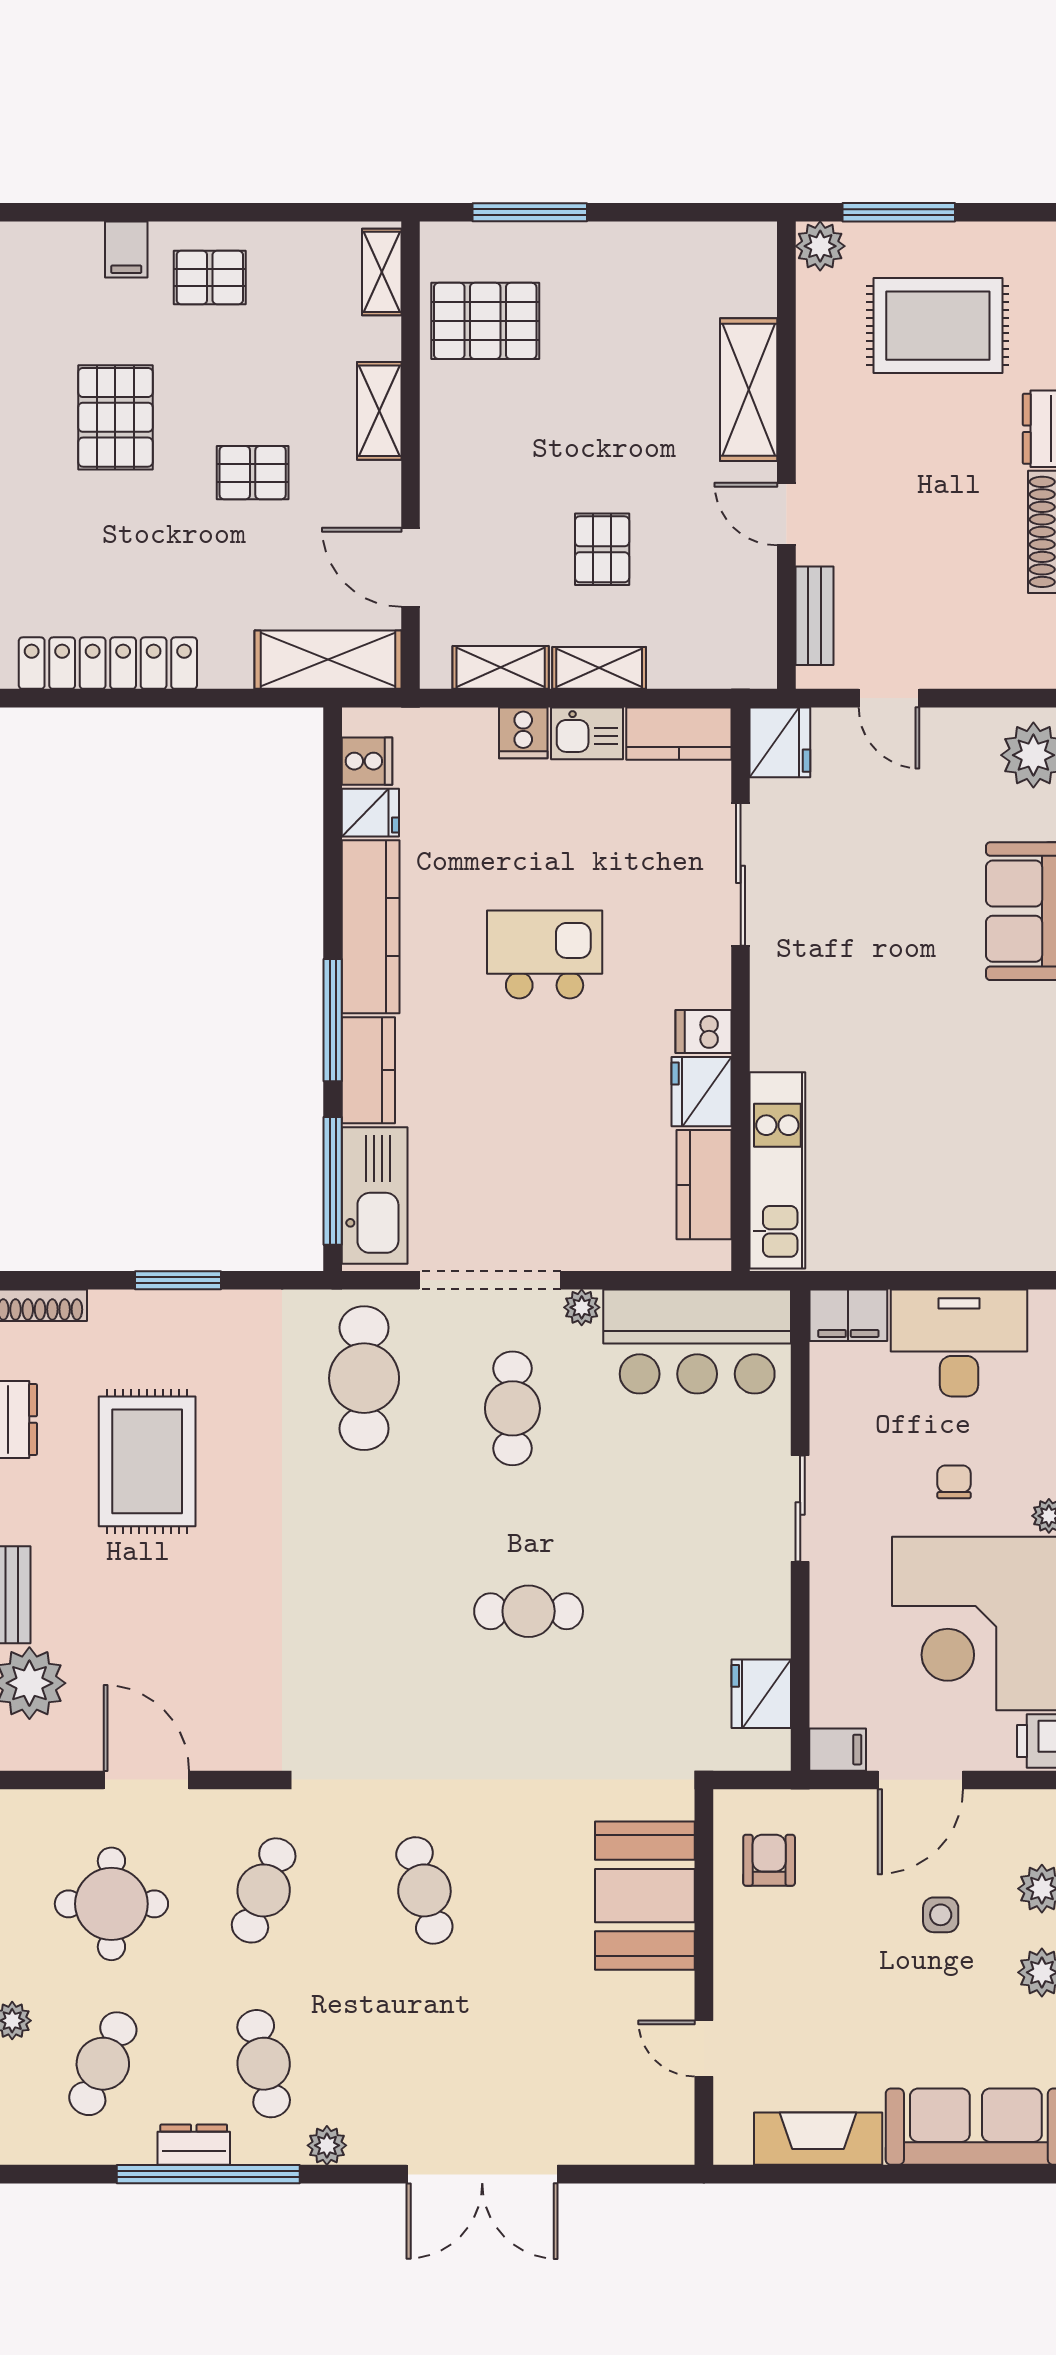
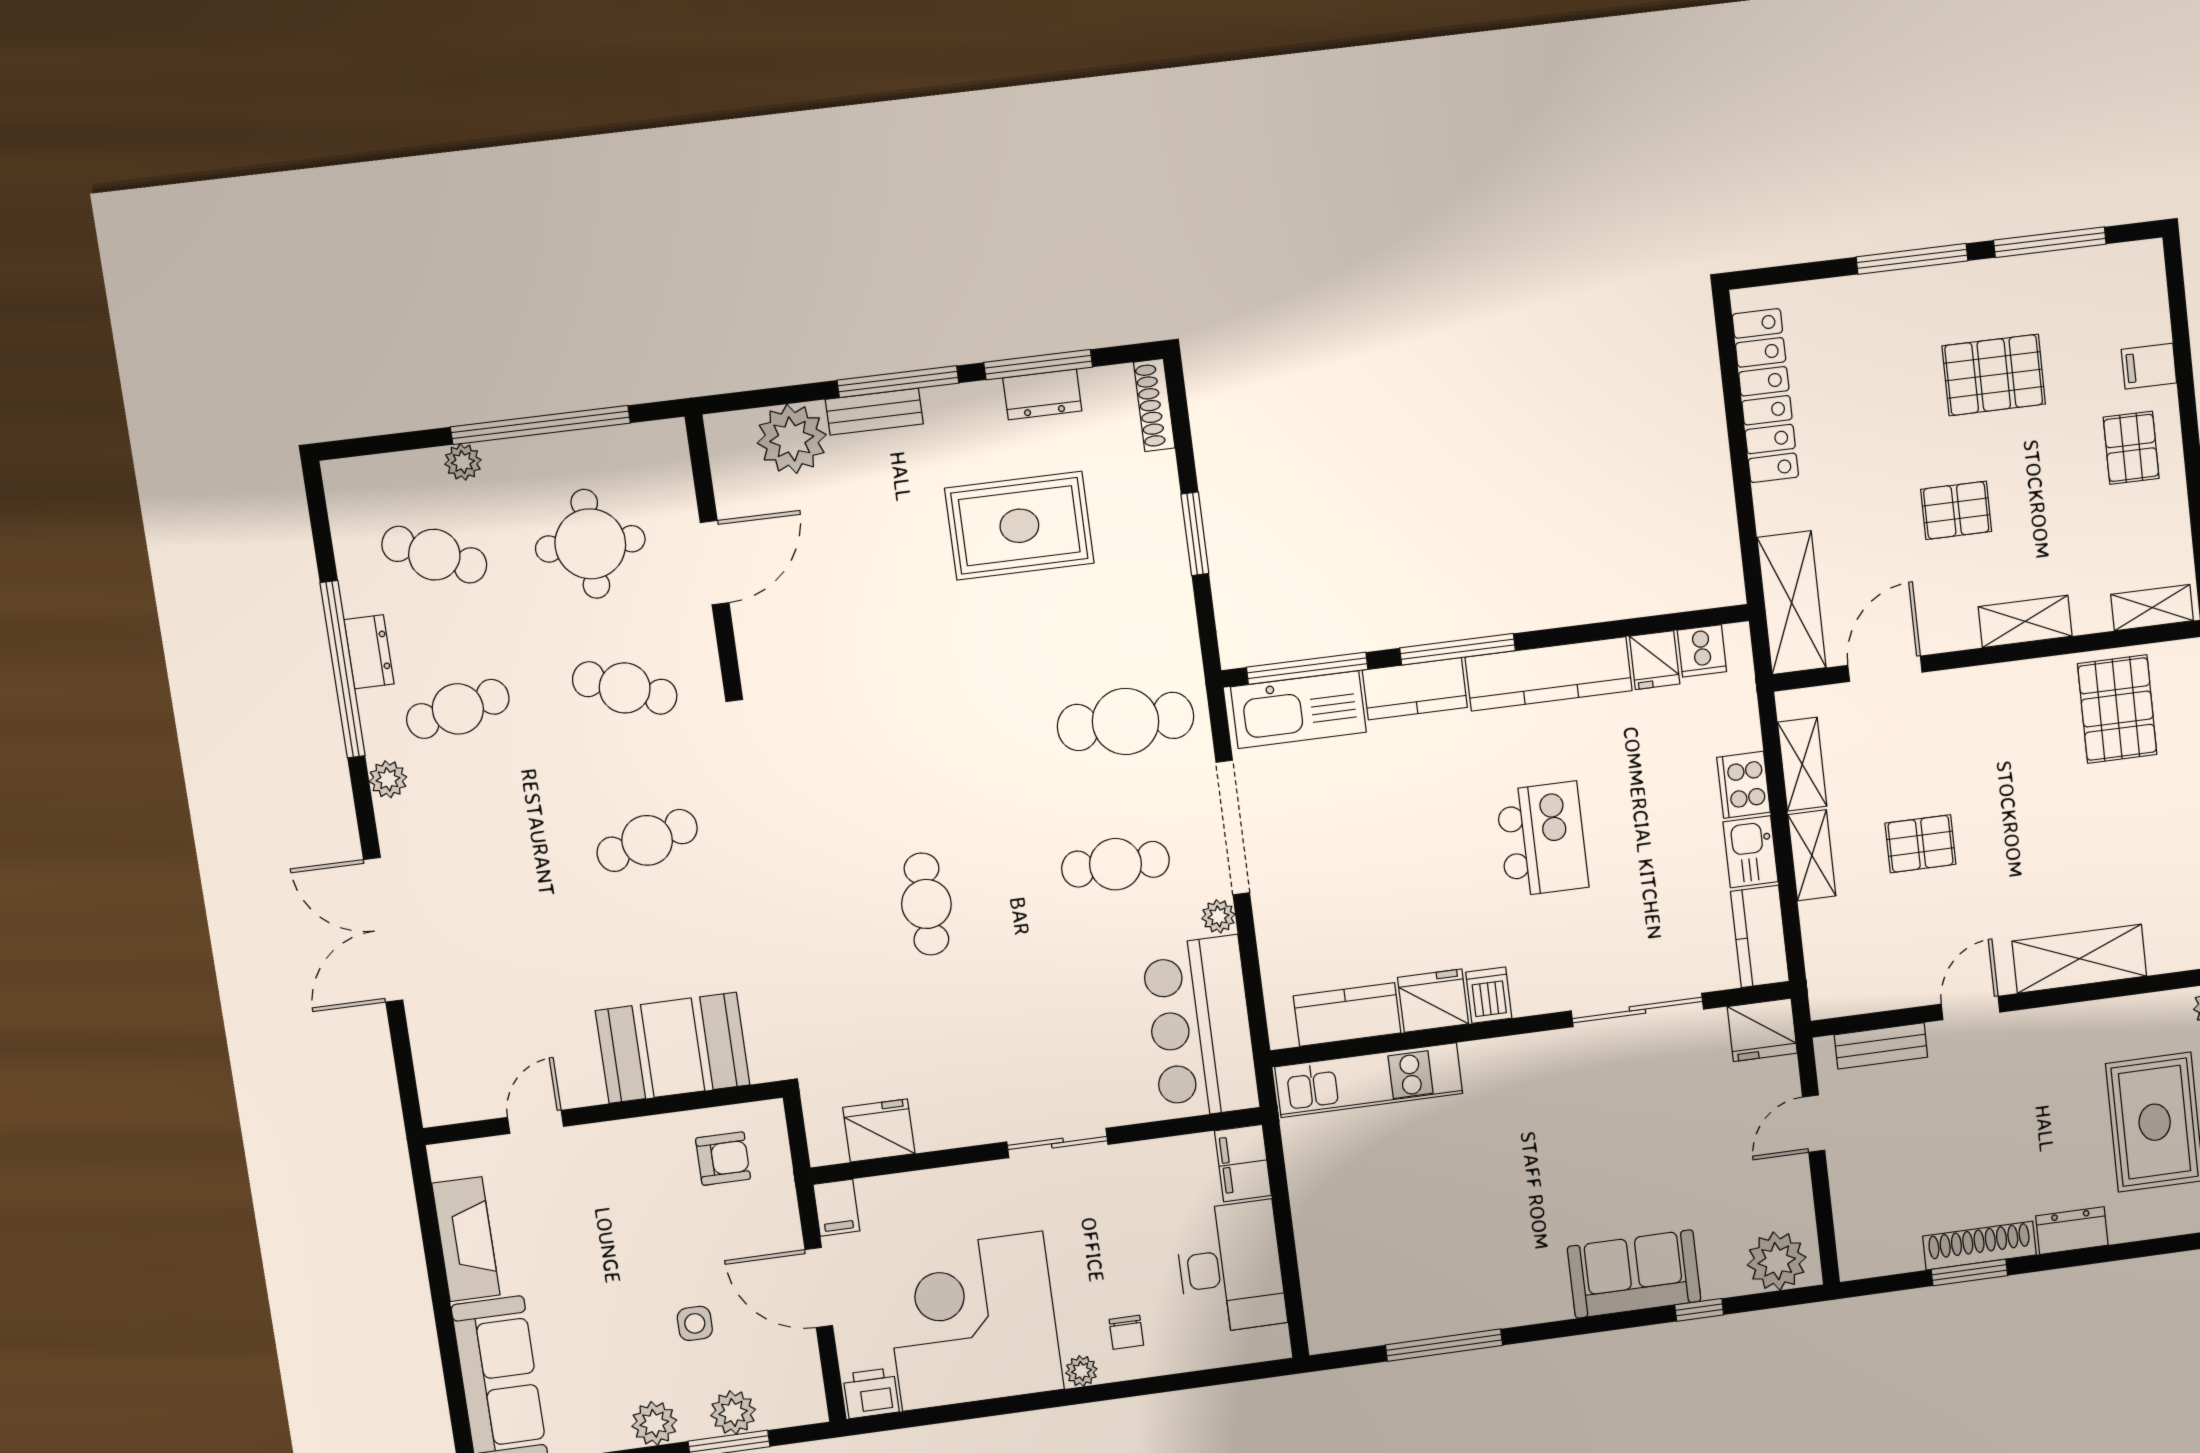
pallet: (253, 473) -> (1956, 510), turned 90
cooker: (523, 733) -> (1744, 785), width x1.36
chair: (954, 1482) -> (1126, 1332), moved, turned 90

